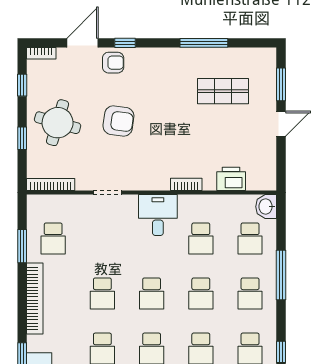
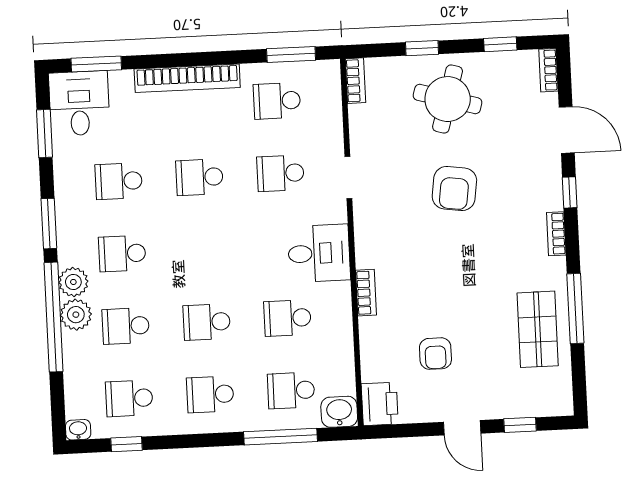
bookcase: (153, 53) -> (556, 234), added
armchair: (113, 63) -> (435, 354), moved
window: (281, 84) -> (520, 425), width x0.67
shop shelf: (223, 91) -> (538, 329), moved
printer: (231, 179) -> (380, 404), moved
bookcase: (51, 185) -> (355, 81), width x0.64
window: (22, 246) -> (291, 54), moved
window: (281, 275) -> (281, 437), moved
school desk: (152, 294) -> (280, 173), moved

